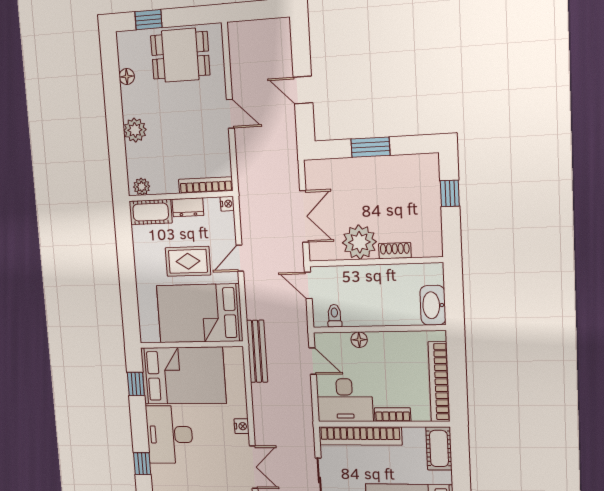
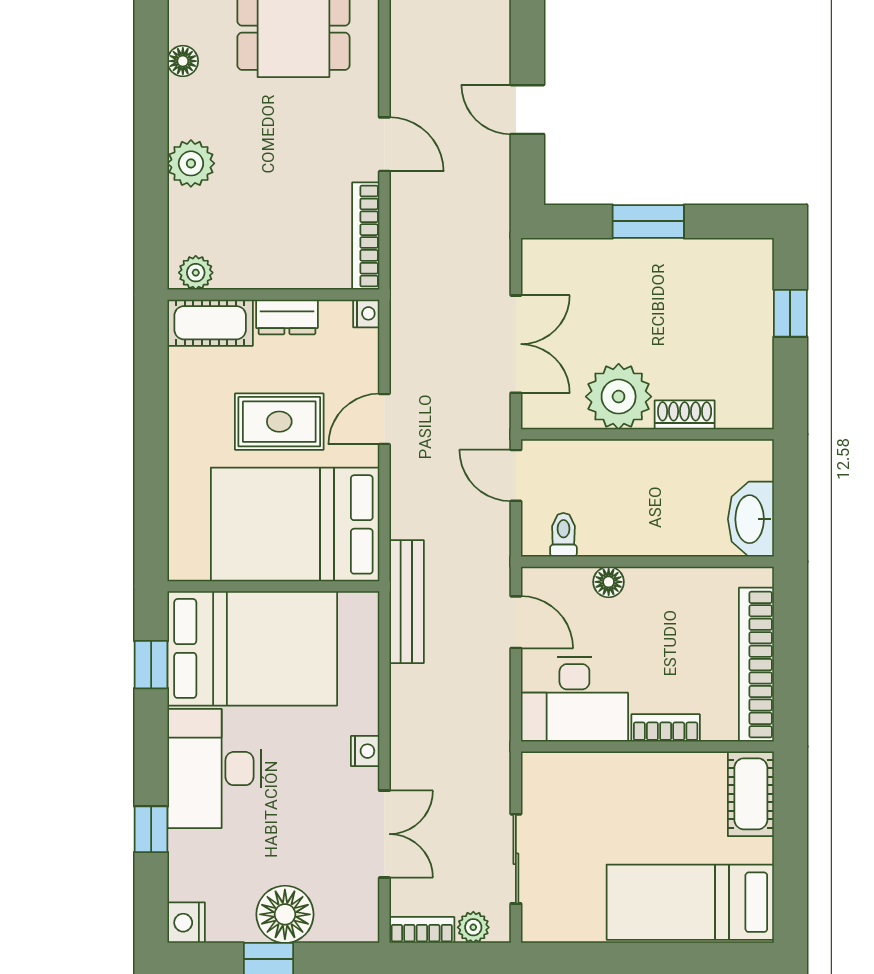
bookcase: (206, 185) -> (366, 236), moved, turned -90
bookcase: (360, 436) -> (601, 770), removed

